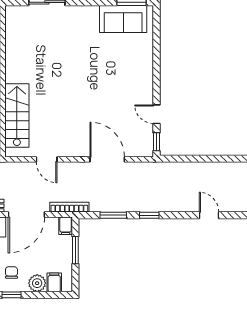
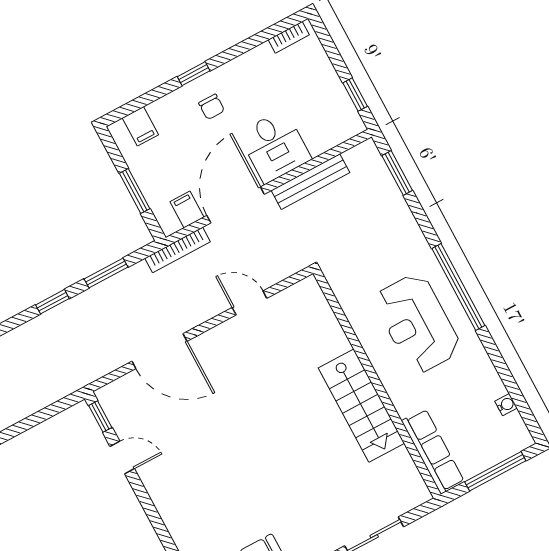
stairs: (17, 116) -> (361, 406), moved
filing cabinet: (66, 226) -> (187, 210), moved
plant: (37, 283) -> (165, 111), removed

